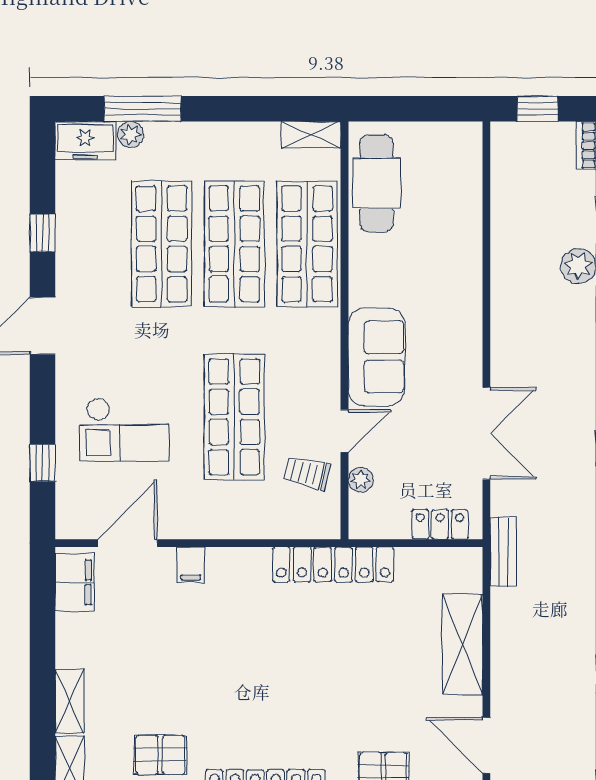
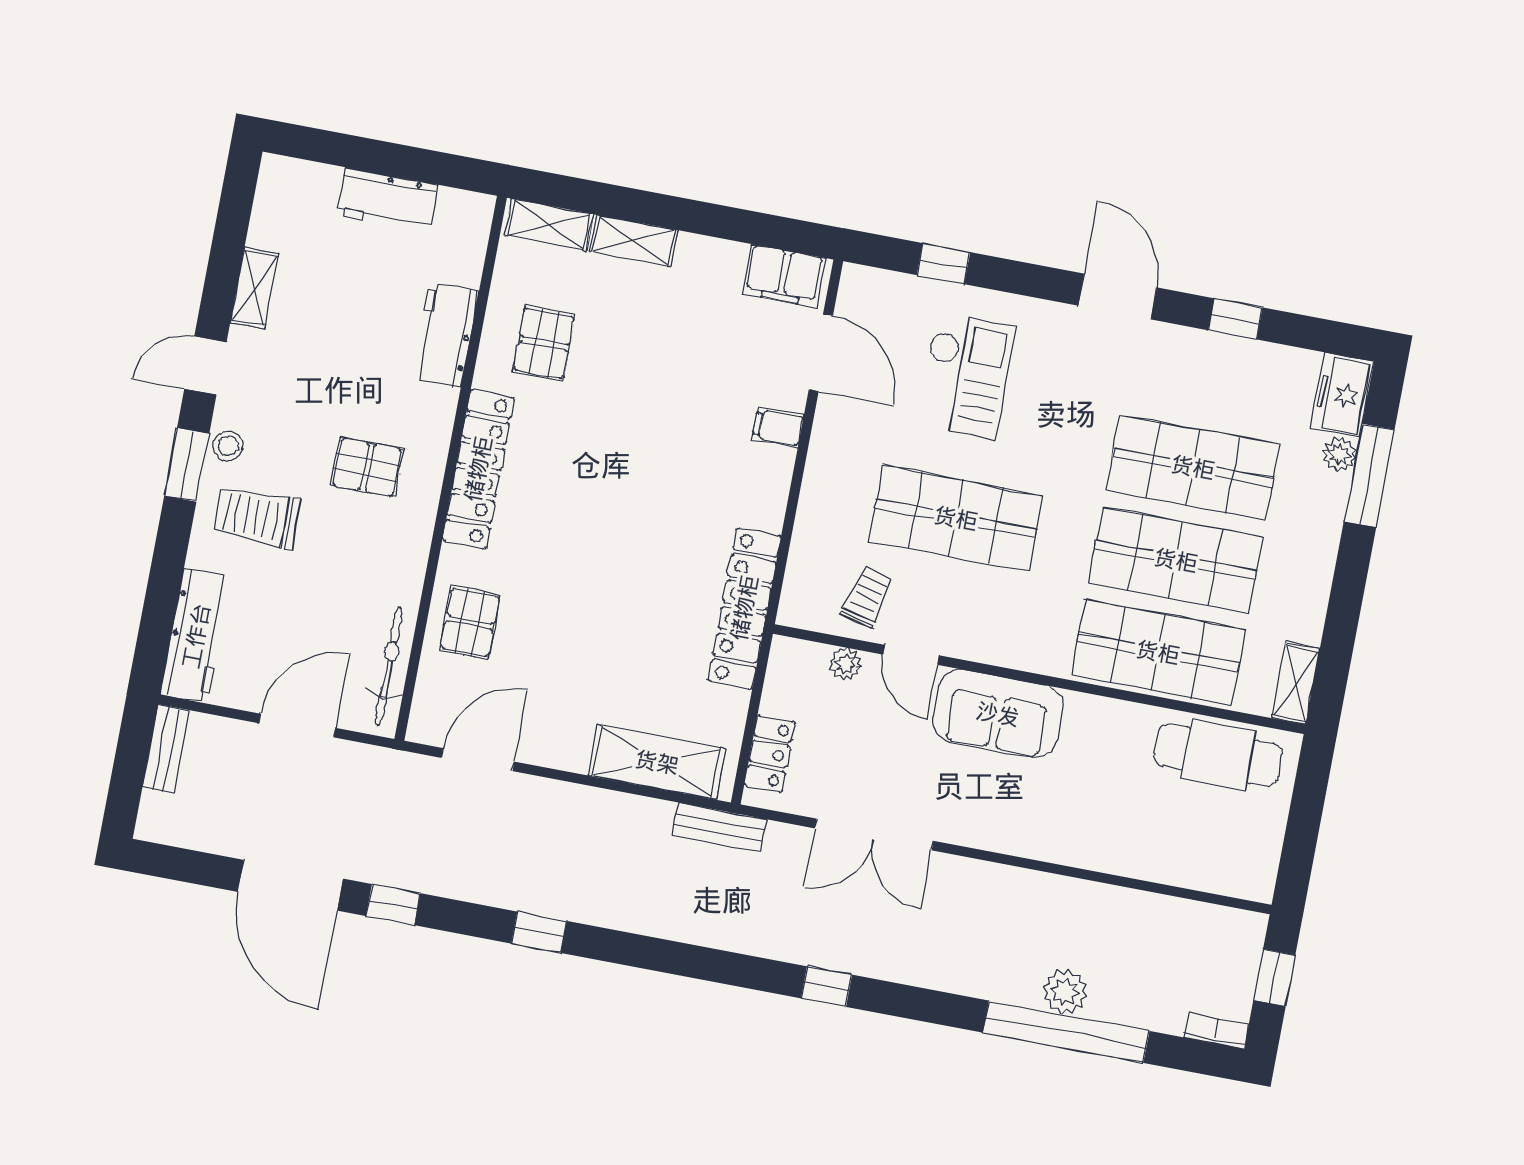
checkout: (124, 430) -> (966, 375), turned 180
shelving: (462, 645) -> (657, 762), moved

